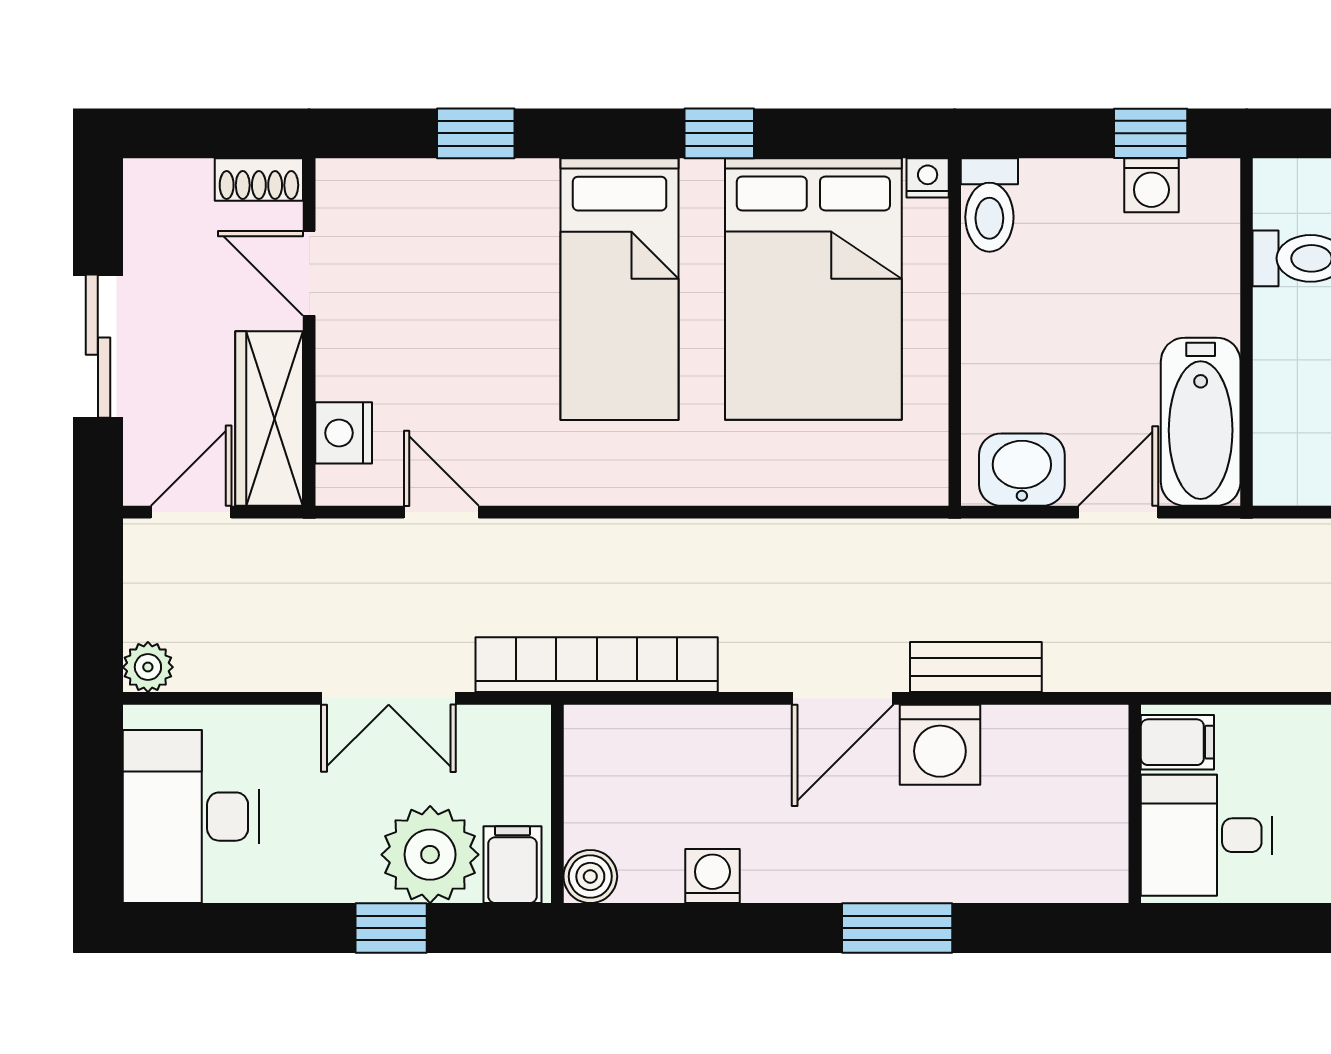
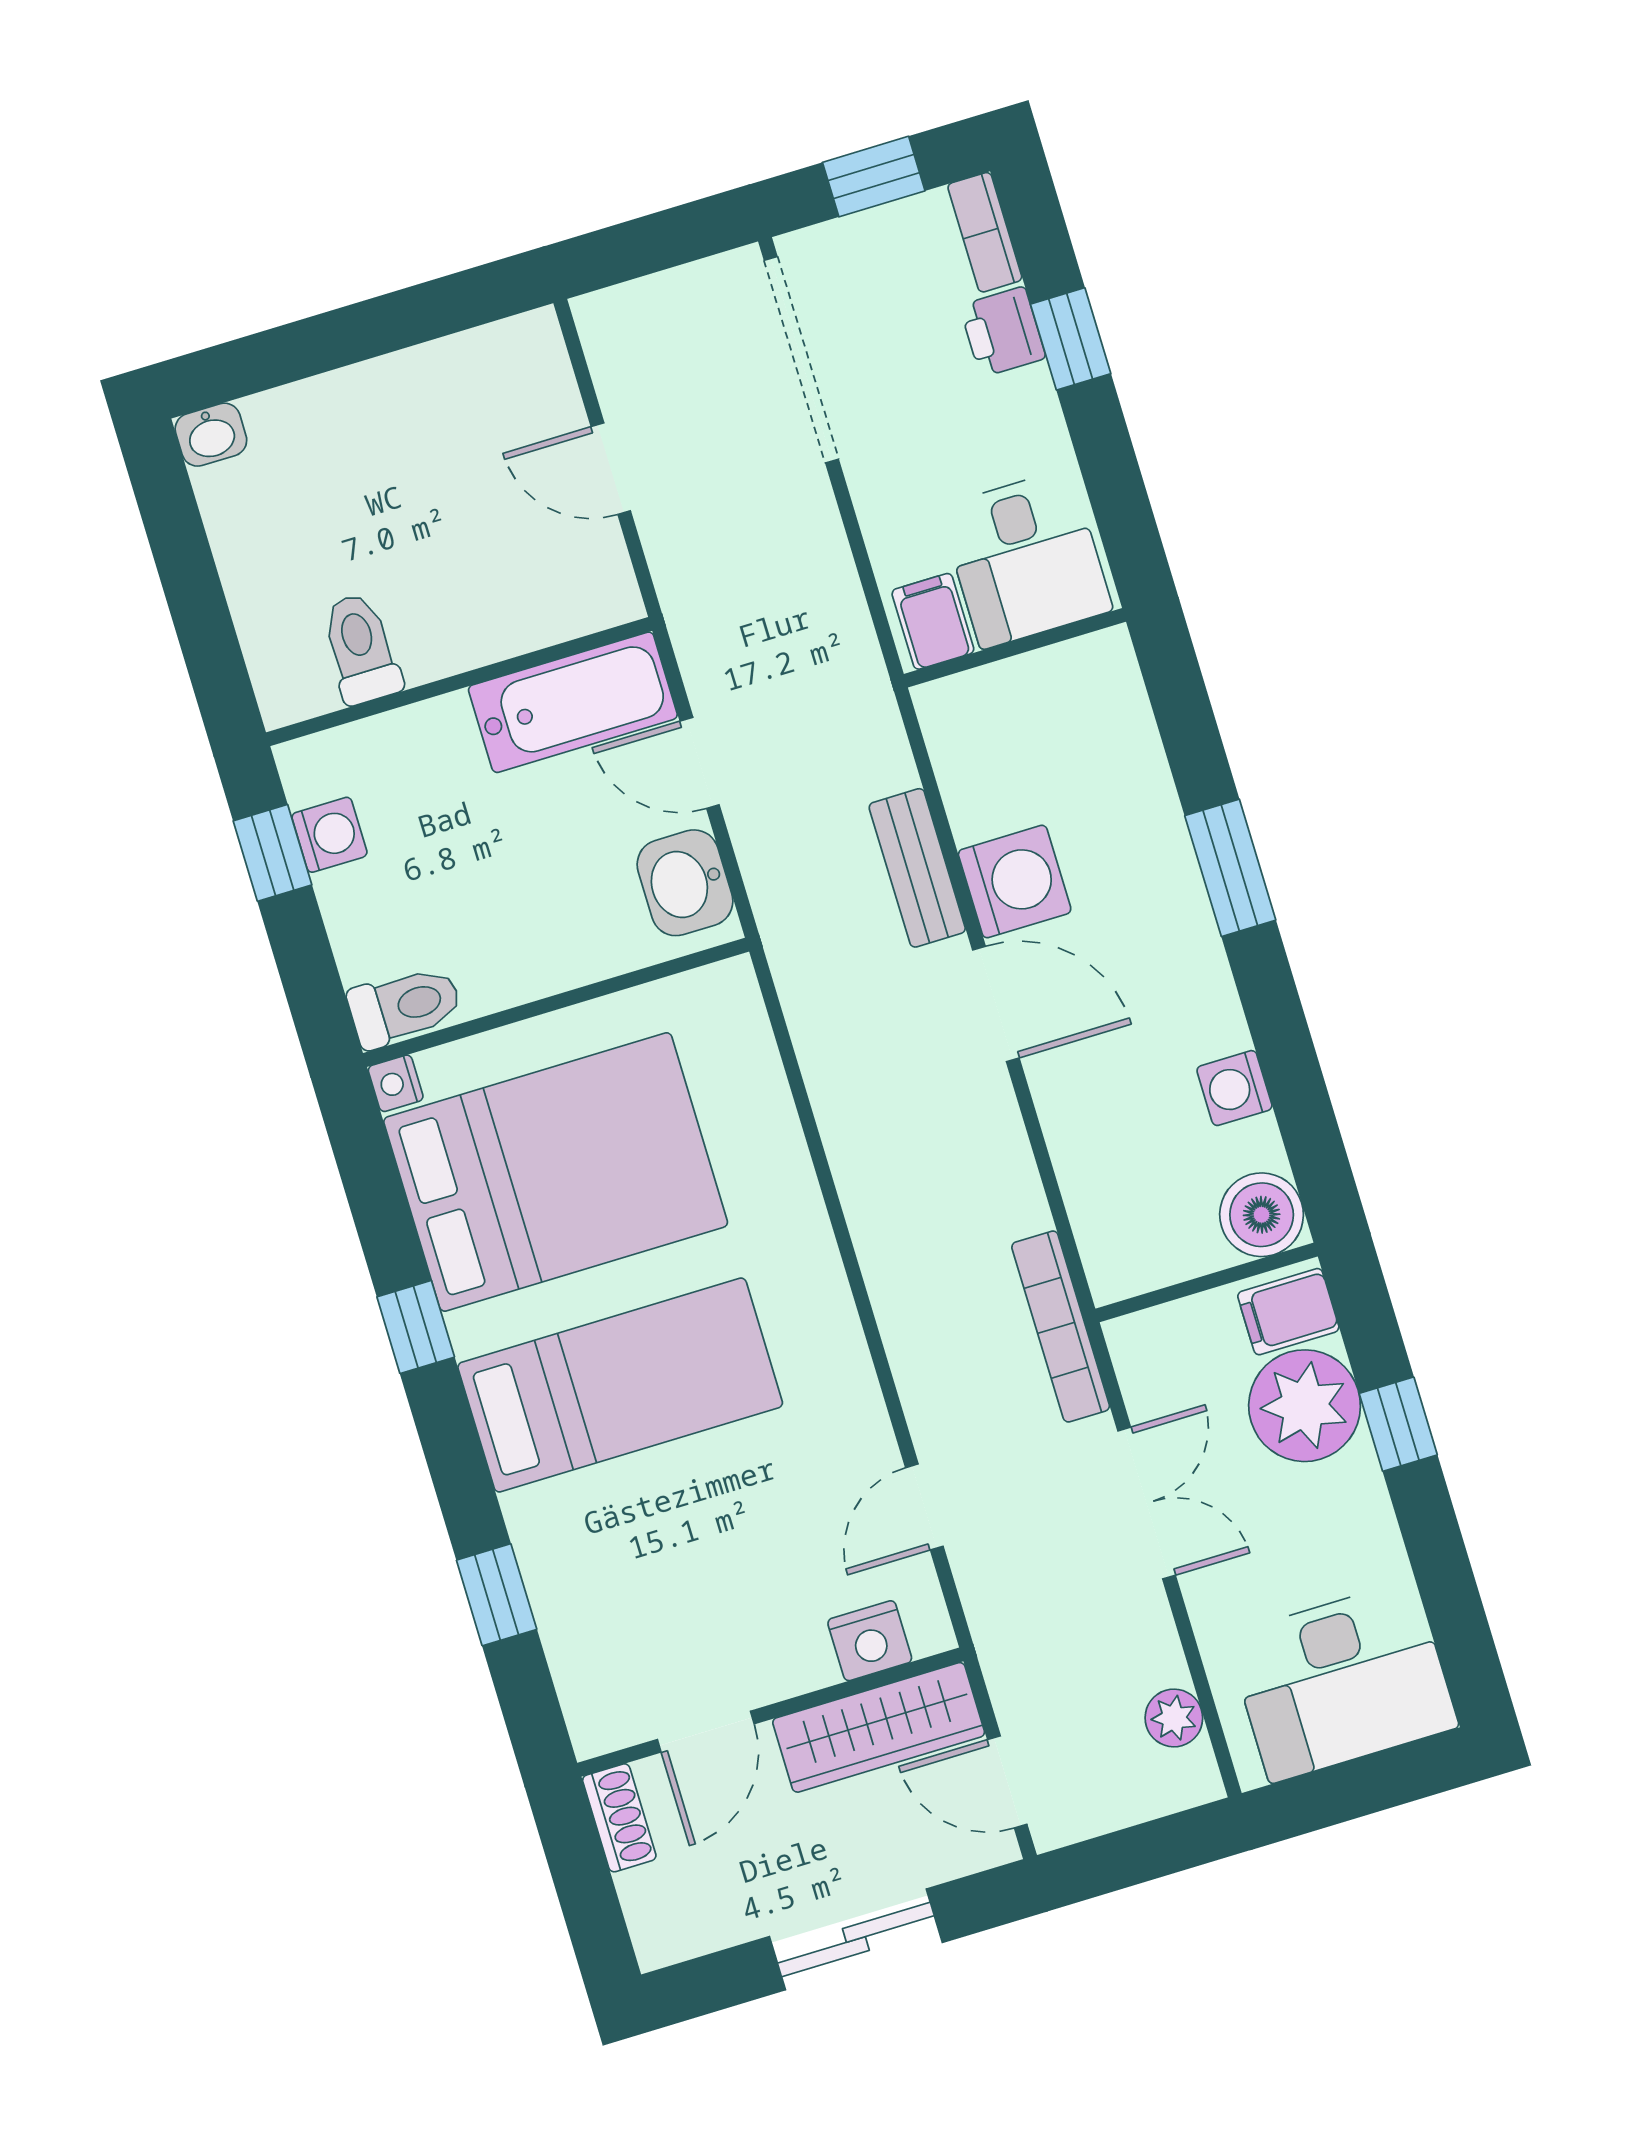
bookcase: (597, 665) -> (1061, 1326), width x0.68, depth x0.76
plant: (148, 667) -> (1174, 1718), moved
boiler: (590, 876) -> (1262, 1215), width x1.36, depth x1.36

